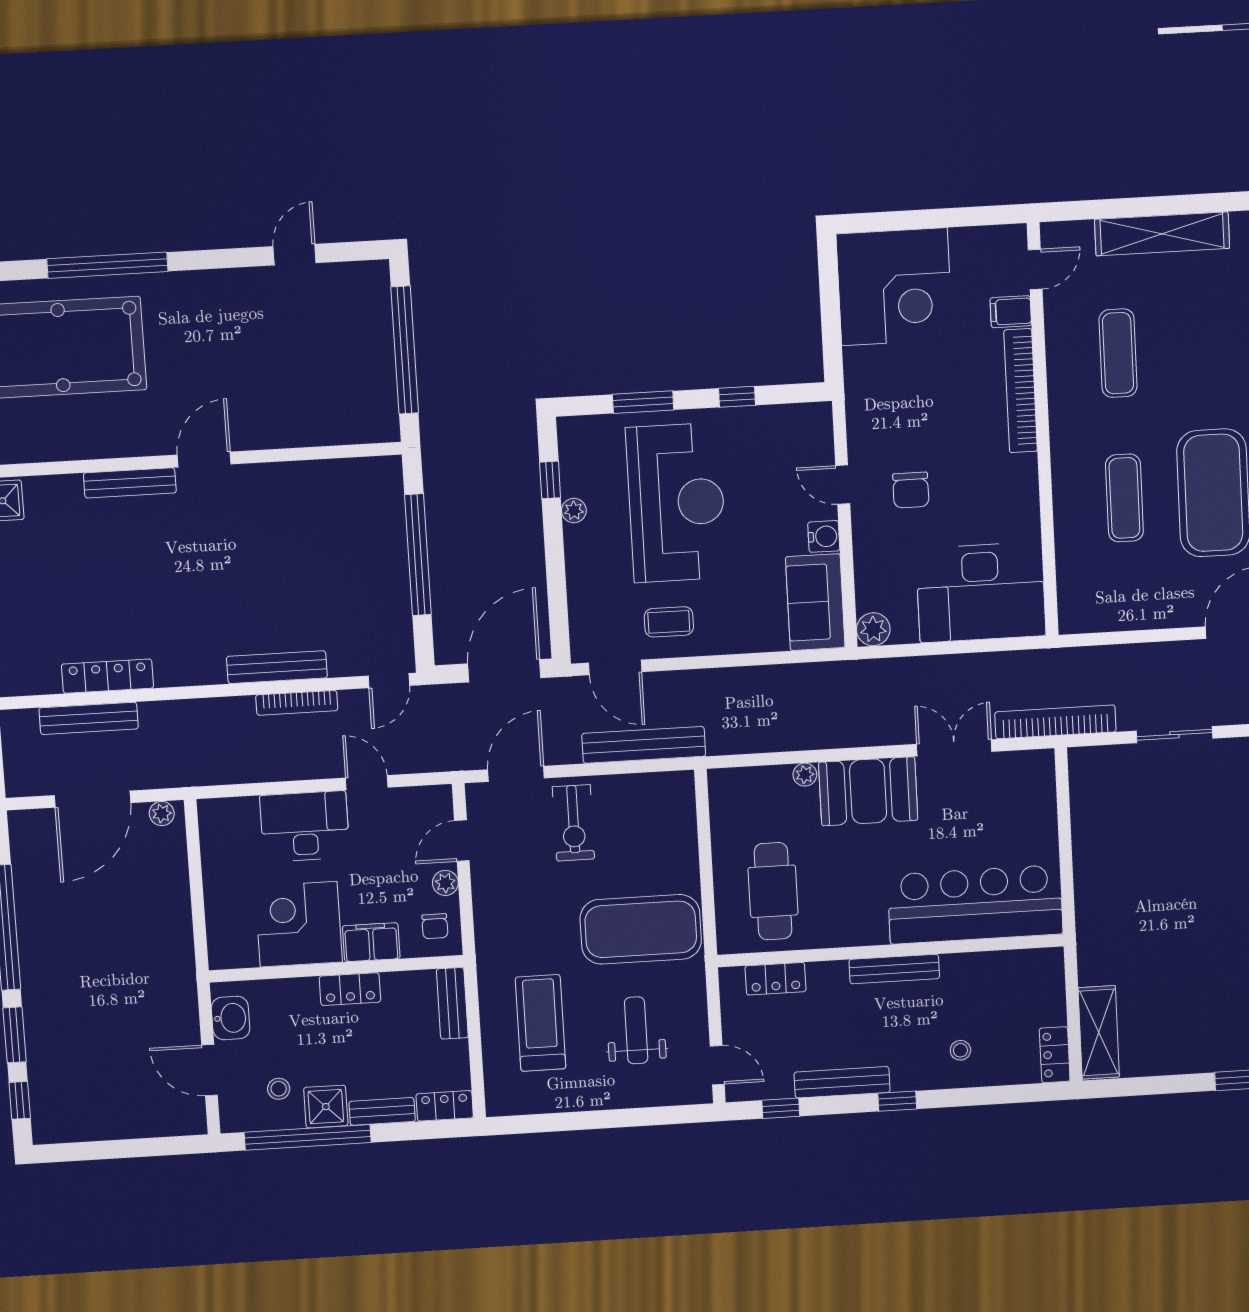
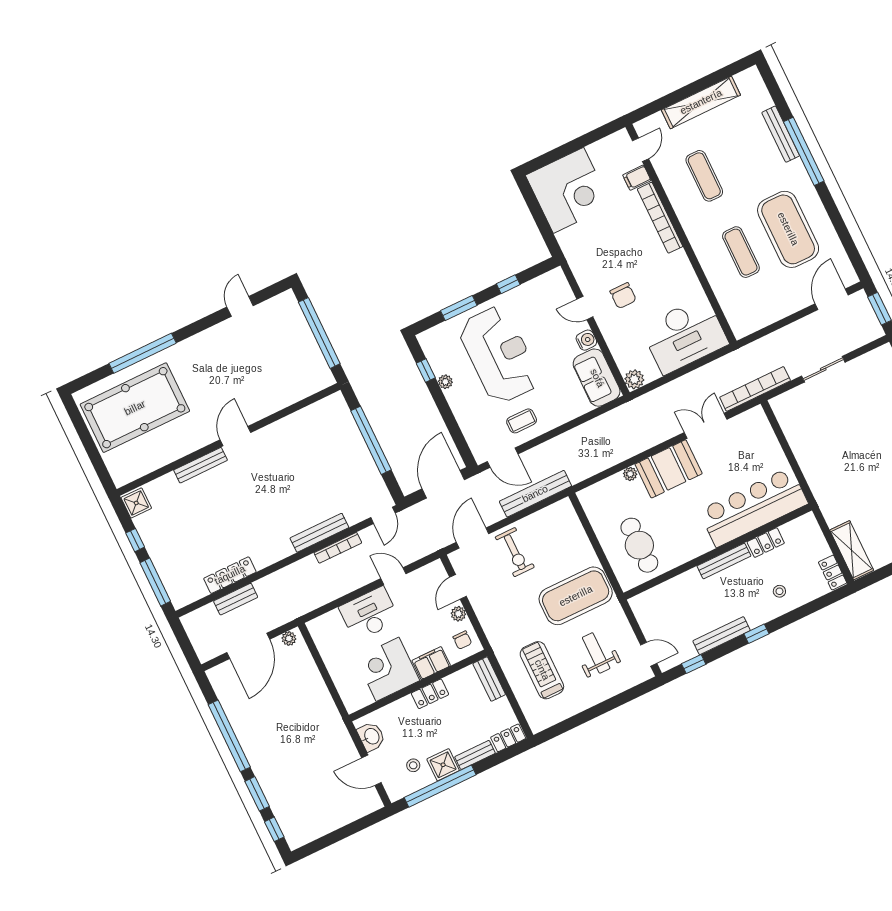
bench: (89, 718) -> (236, 599), width x0.73
locker: (775, 979) -> (766, 543), moved

